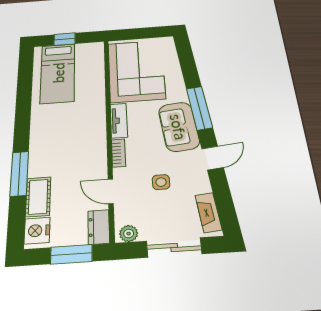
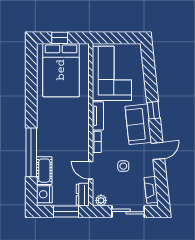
bed: (58, 73) -> (61, 70), width x1.50
window: (199, 108) -> (154, 110), width x0.46
window: (19, 174) -> (31, 152), width x1.46

